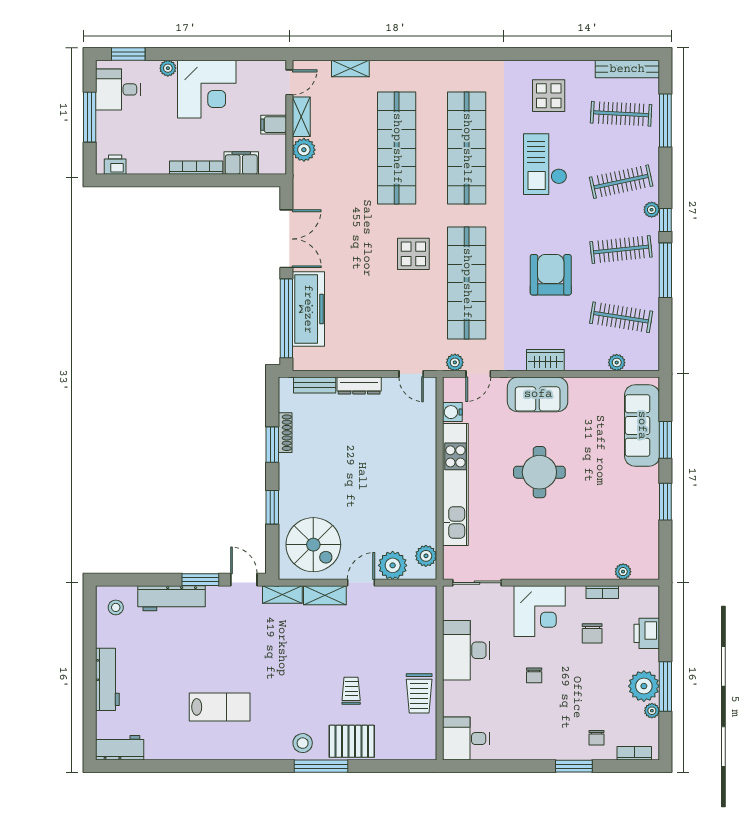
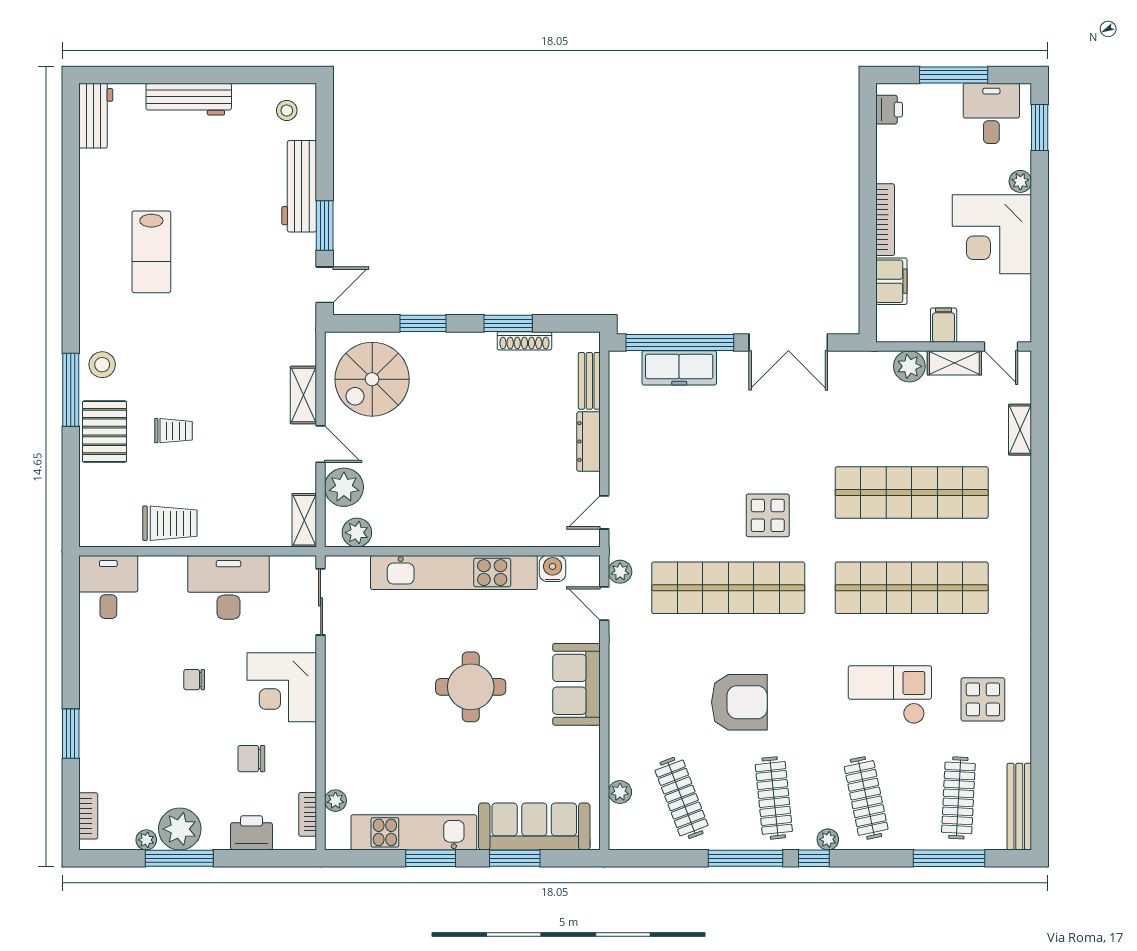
freezer: (308, 309) -> (679, 368), width x0.73, depth x0.79
clothes rail: (621, 317) -> (682, 798), turned -30
wardrobe: (545, 360) -> (623, 695), removed
kitchen unit: (646, 514) -> (414, 832), added
bookcase: (602, 592) -> (308, 814), moved
shelving: (282, 594) -> (304, 520), moved
trolley: (419, 693) -> (170, 523), turned 180
chair: (596, 738) -> (109, 764), removed

